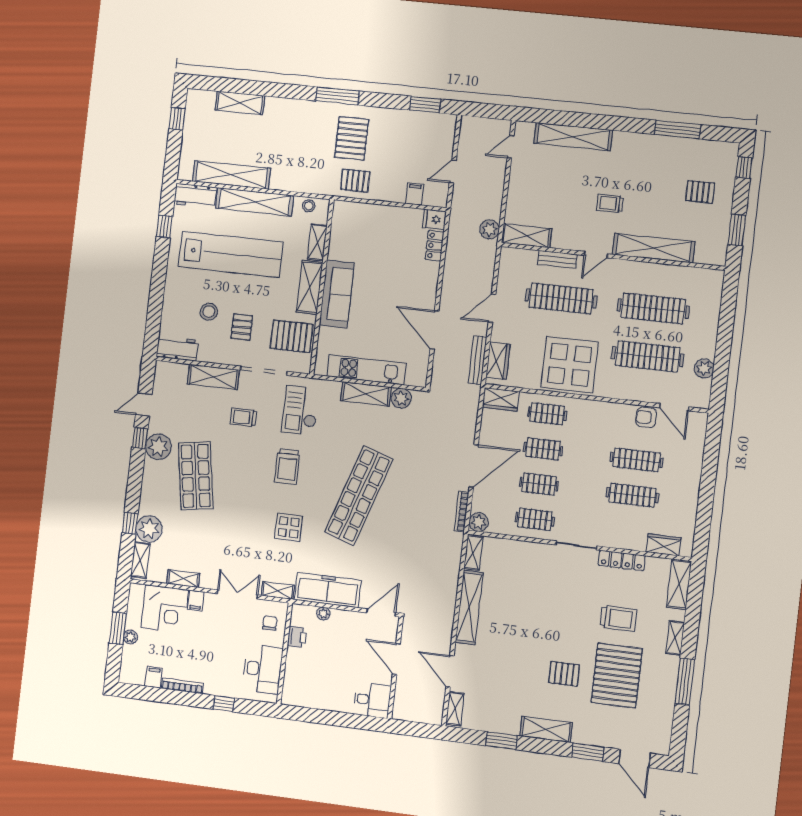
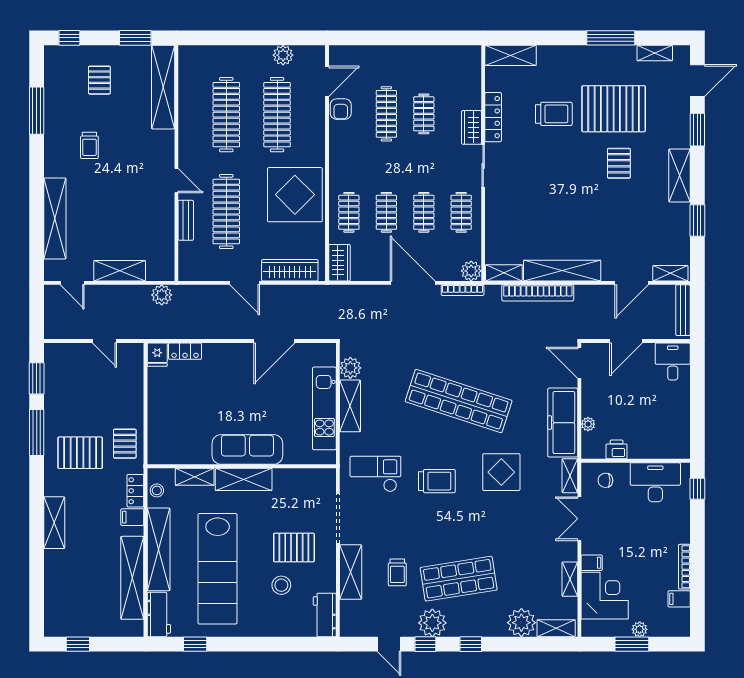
window: (338, 96) -> (37, 432), moved
shelving: (240, 103) -> (54, 523), moved
locker: (311, 186) -> (135, 491), added
filing cabinet: (415, 194) -> (132, 517), moved
trolley: (610, 203) -> (89, 145), moved
shelving: (527, 236) -> (120, 271), moved, turned 90
shelving: (654, 248) -> (163, 87), moved
lab bench: (231, 254) -> (218, 569), turned 180
pallet: (242, 327) -> (294, 547), width x1.50, depth x1.42
pallet: (291, 336) -> (298, 493), removed
bench: (477, 360) -> (683, 310), moved, turned 90
wardrobe: (498, 361) -> (290, 270), width x1.50
checkout: (300, 410) -> (375, 474), turned 180
trolley: (243, 417) -> (397, 572), moved
clothes rail: (632, 495) -> (424, 114), width x0.73
window: (130, 523) -> (471, 644), moved
display table: (289, 527) -> (501, 472), width x1.36, depth x1.36
wardrobe: (664, 545) -> (471, 127), moved
bookcase: (451, 582) -> (538, 293), added
trolley: (618, 618) -> (554, 114), turned 90
shelving: (675, 638) -> (655, 53), moved
window: (224, 704) -> (697, 489), moved

